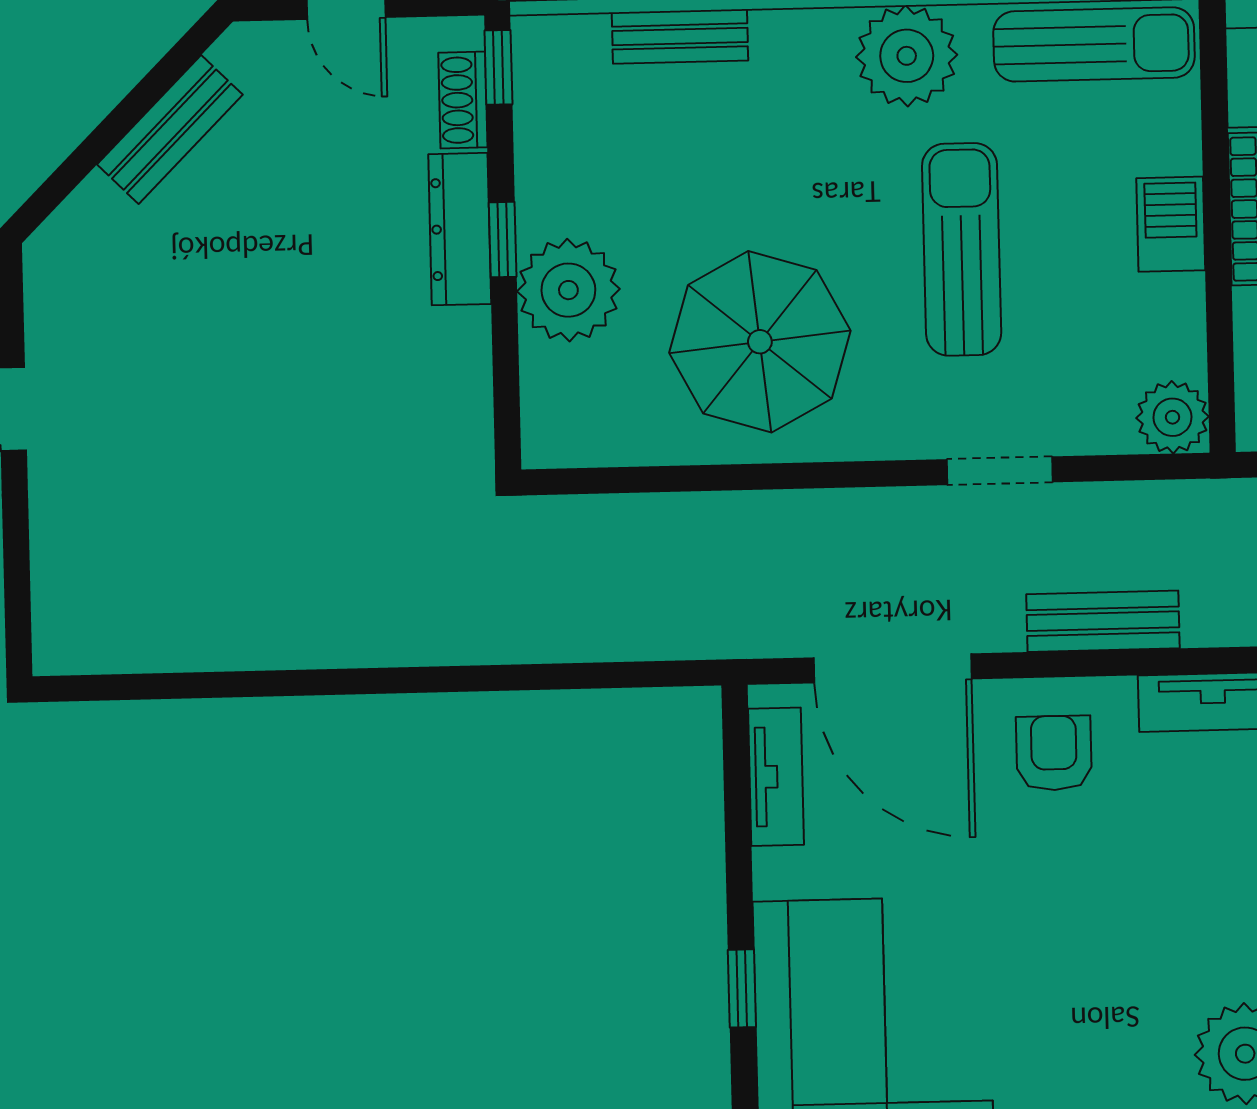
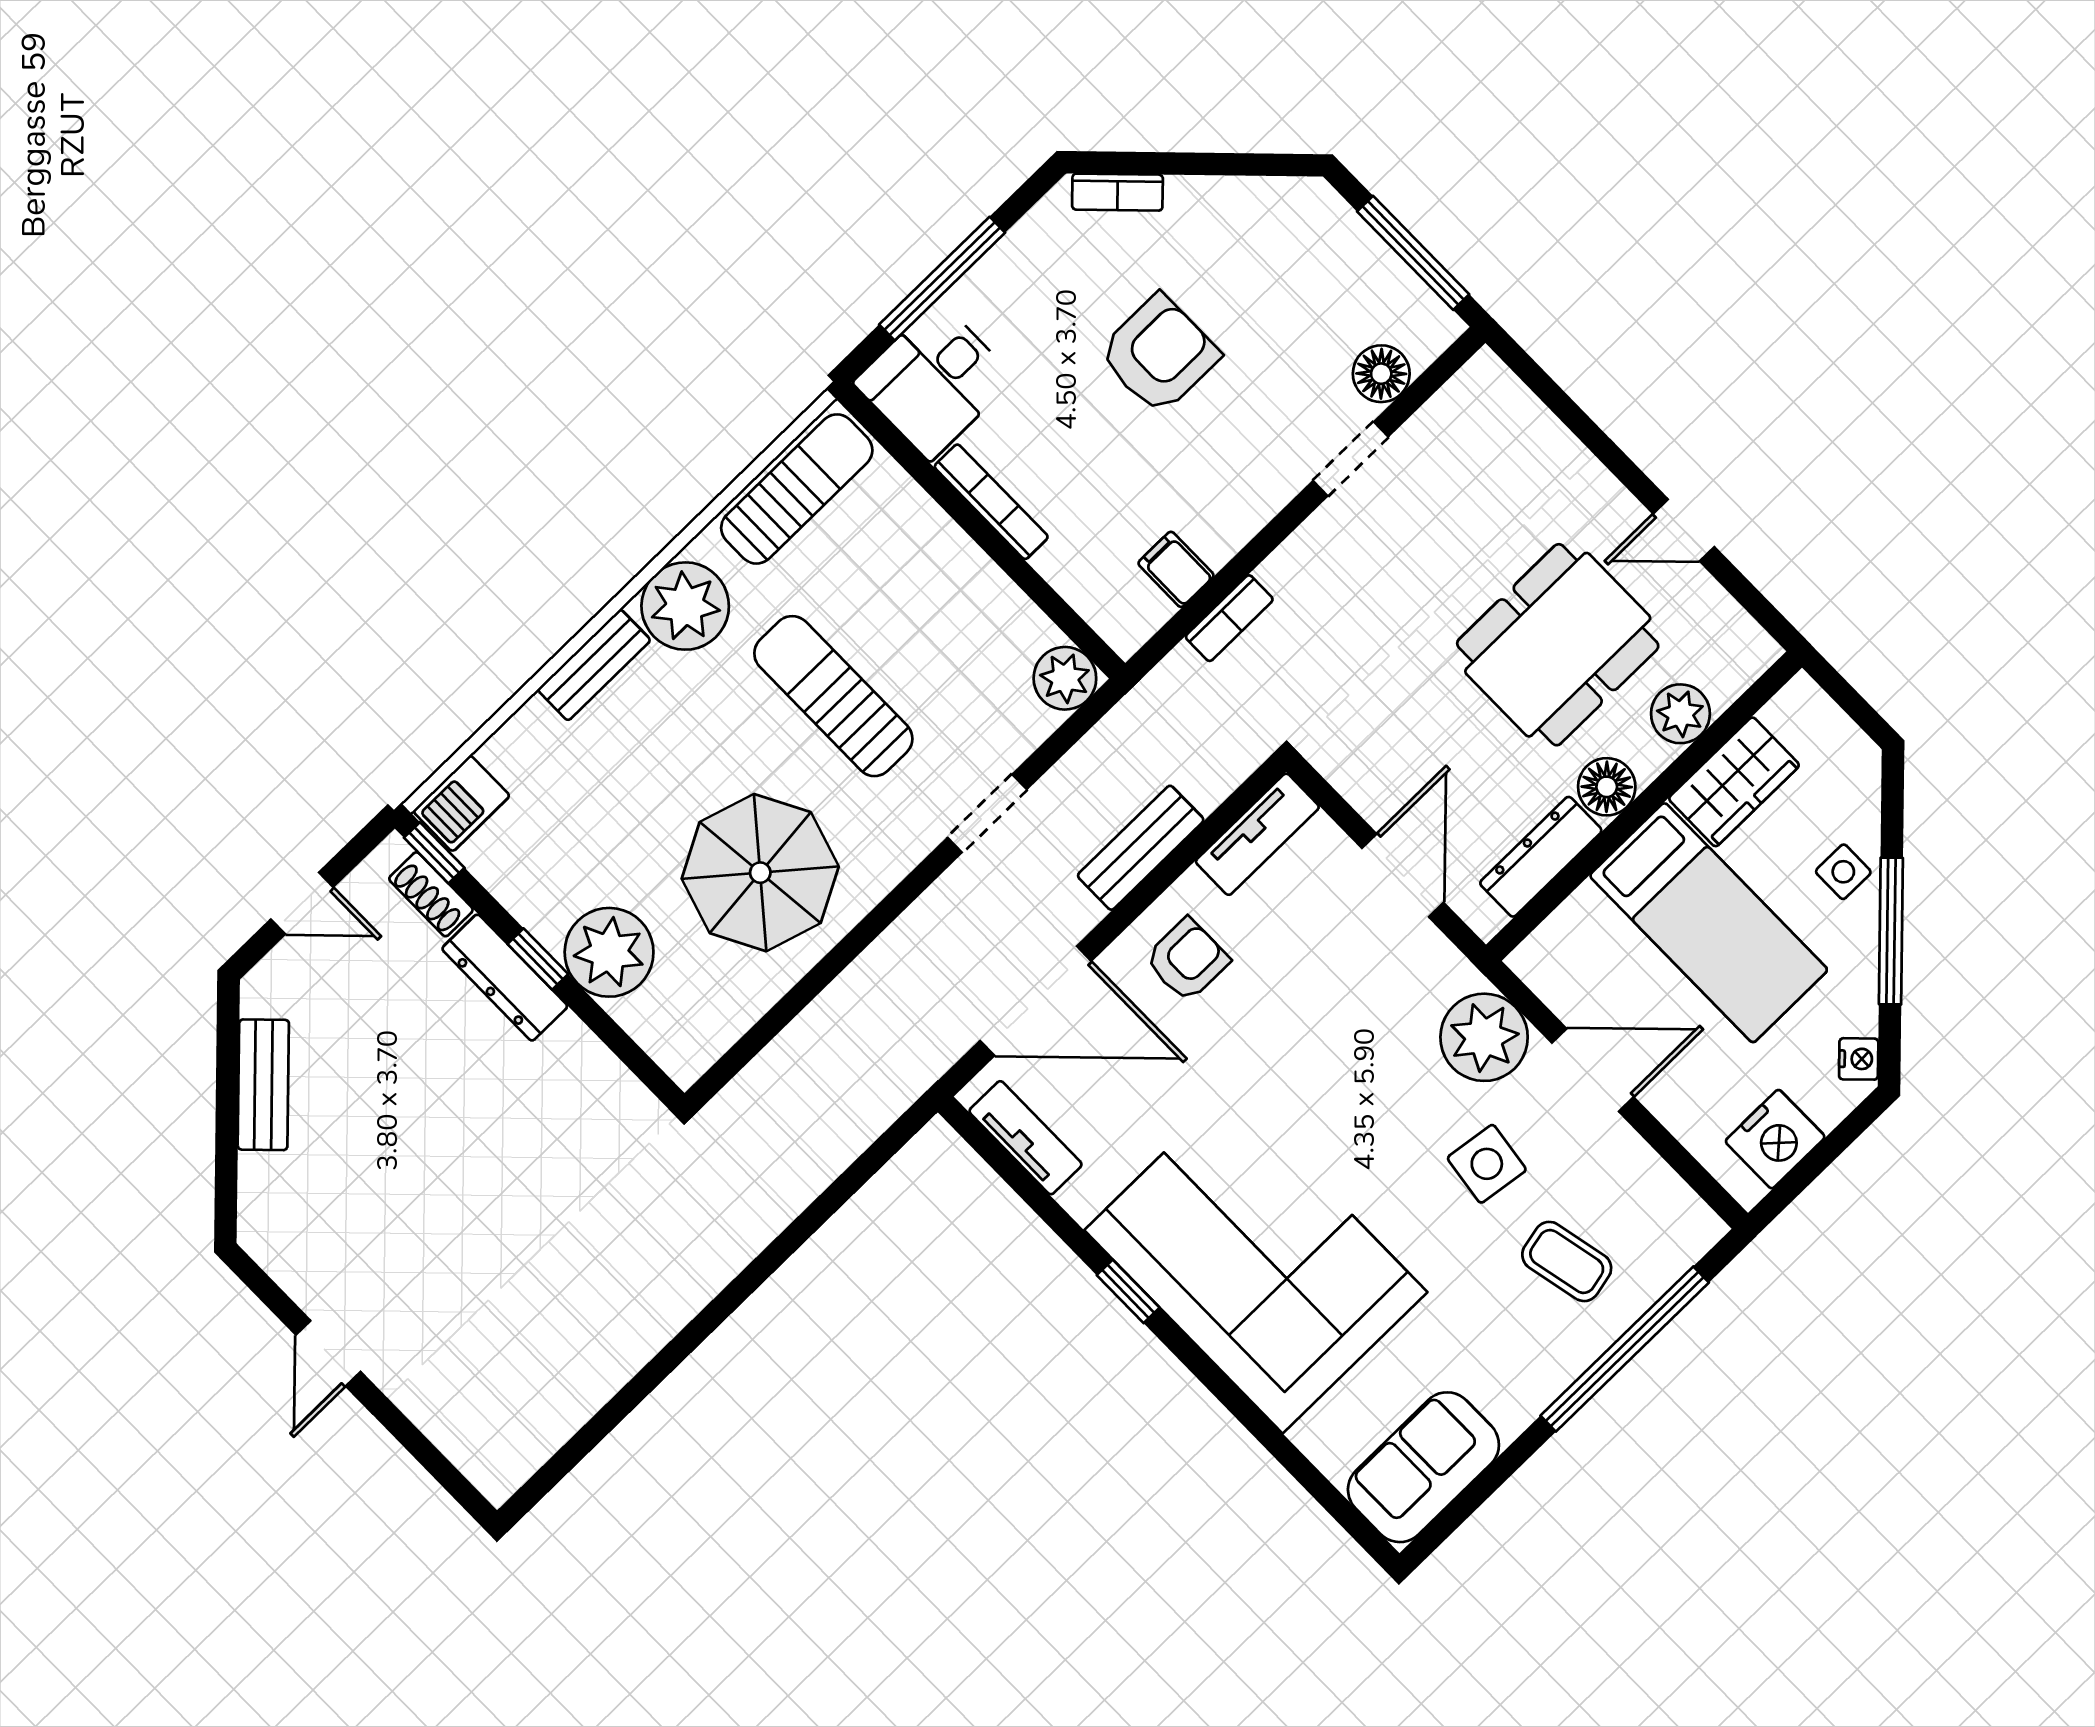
bench: (680, 36) -> (594, 665), moved
barbecue: (1171, 224) -> (461, 803), moved, turned -90
armchair: (1054, 753) -> (1187, 960), turned 90

